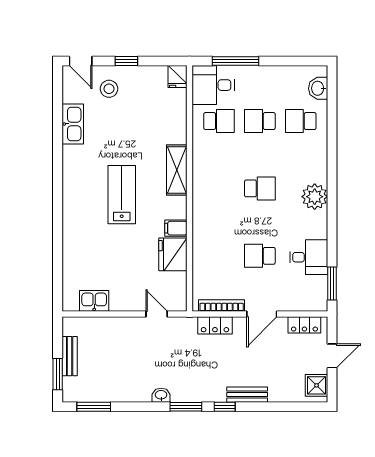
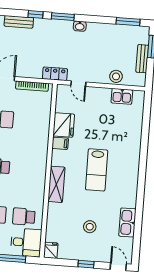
stool: (109, 89) -> (90, 227), moved
locker: (215, 325) -> (55, 74), moved
stool: (105, 328) -> (116, 76), added

